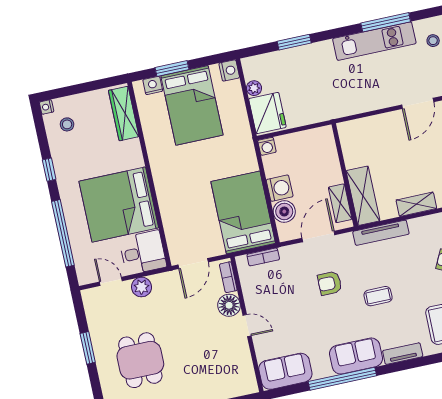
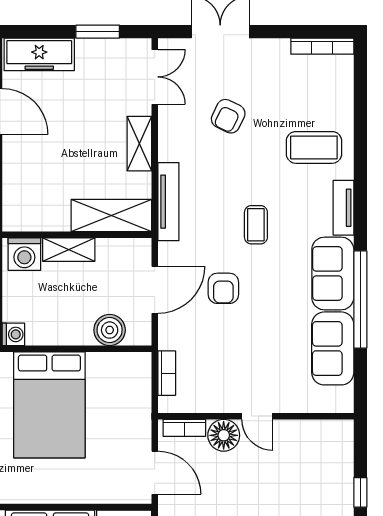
washing machine: (280, 188) -> (24, 254), moved, turned 180
shelving: (340, 203) -> (69, 250), moved
bed: (243, 212) -> (49, 405), moved, turned -90
door: (318, 236) -> (155, 290), swing flipped
door: (247, 325) -> (257, 416), swing flipped
sofa: (285, 371) -> (333, 348), moved

